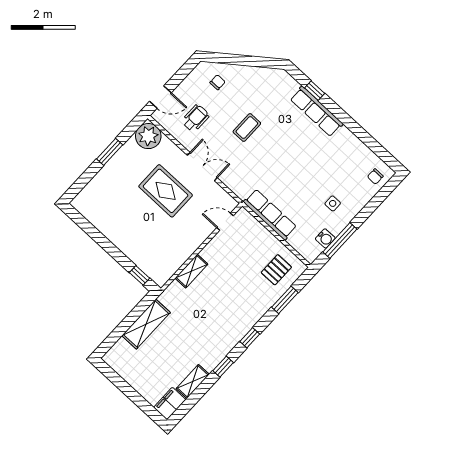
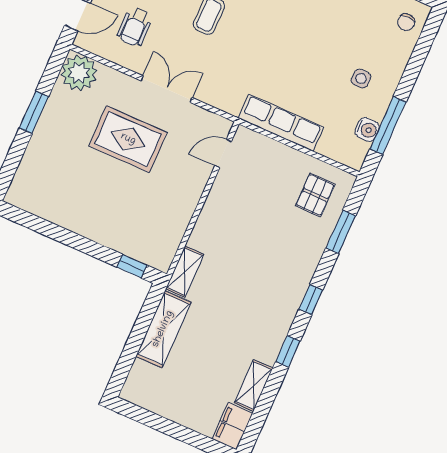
wheelchair: (195, 118) -> (135, 27), turned 180
shelving: (191, 271) -> (185, 272), moved

